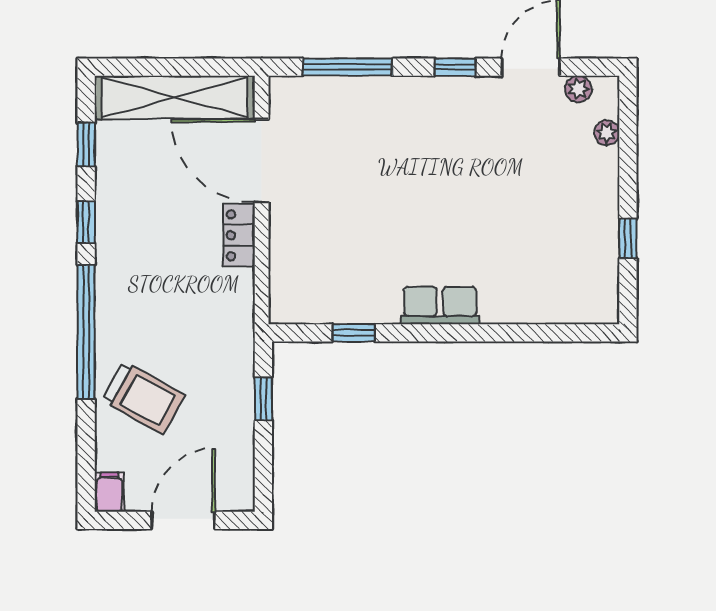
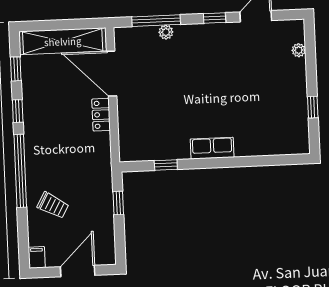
plant: (578, 89) -> (166, 32), moved
trolley: (143, 398) -> (53, 205), width x0.73, depth x0.72

